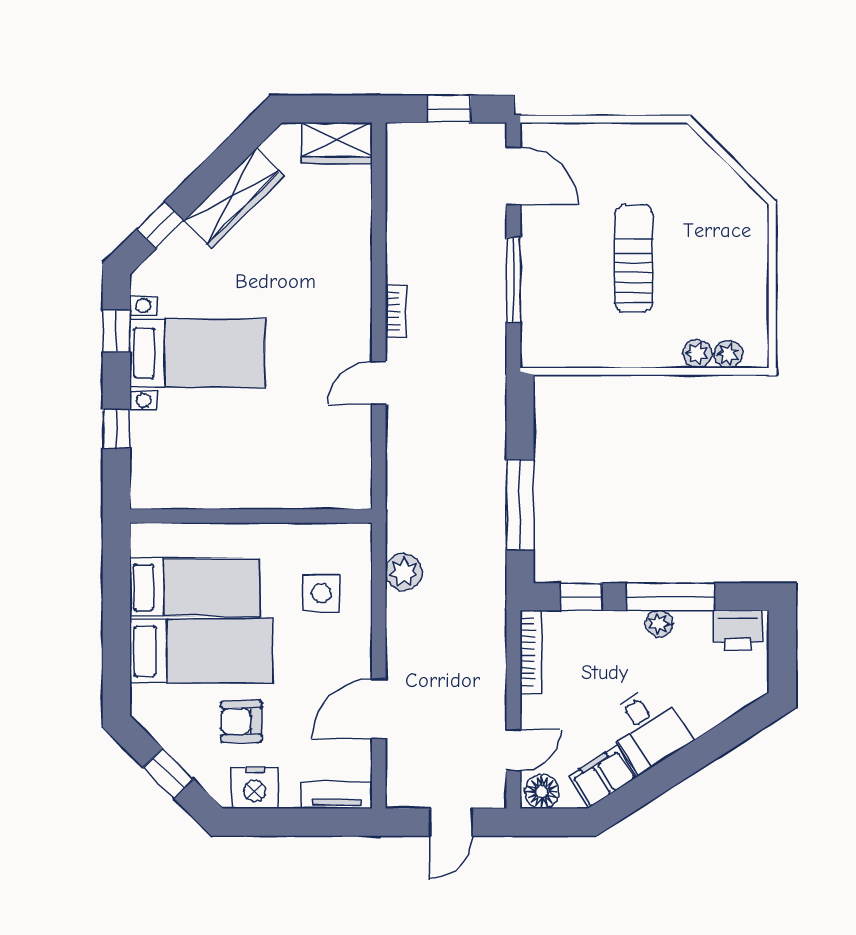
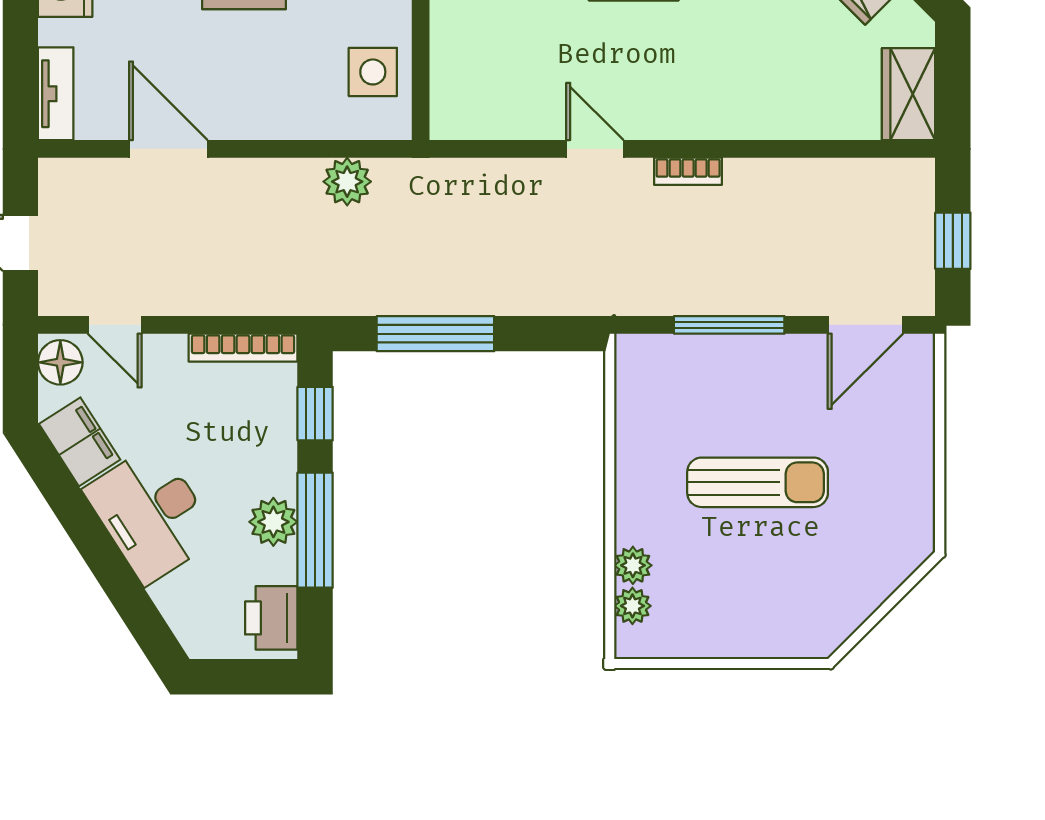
side table: (321, 593) -> (373, 72), moved
plant: (659, 624) -> (273, 522), width x1.38, depth x1.38
desk: (648, 729) -> (151, 514), width x1.37

